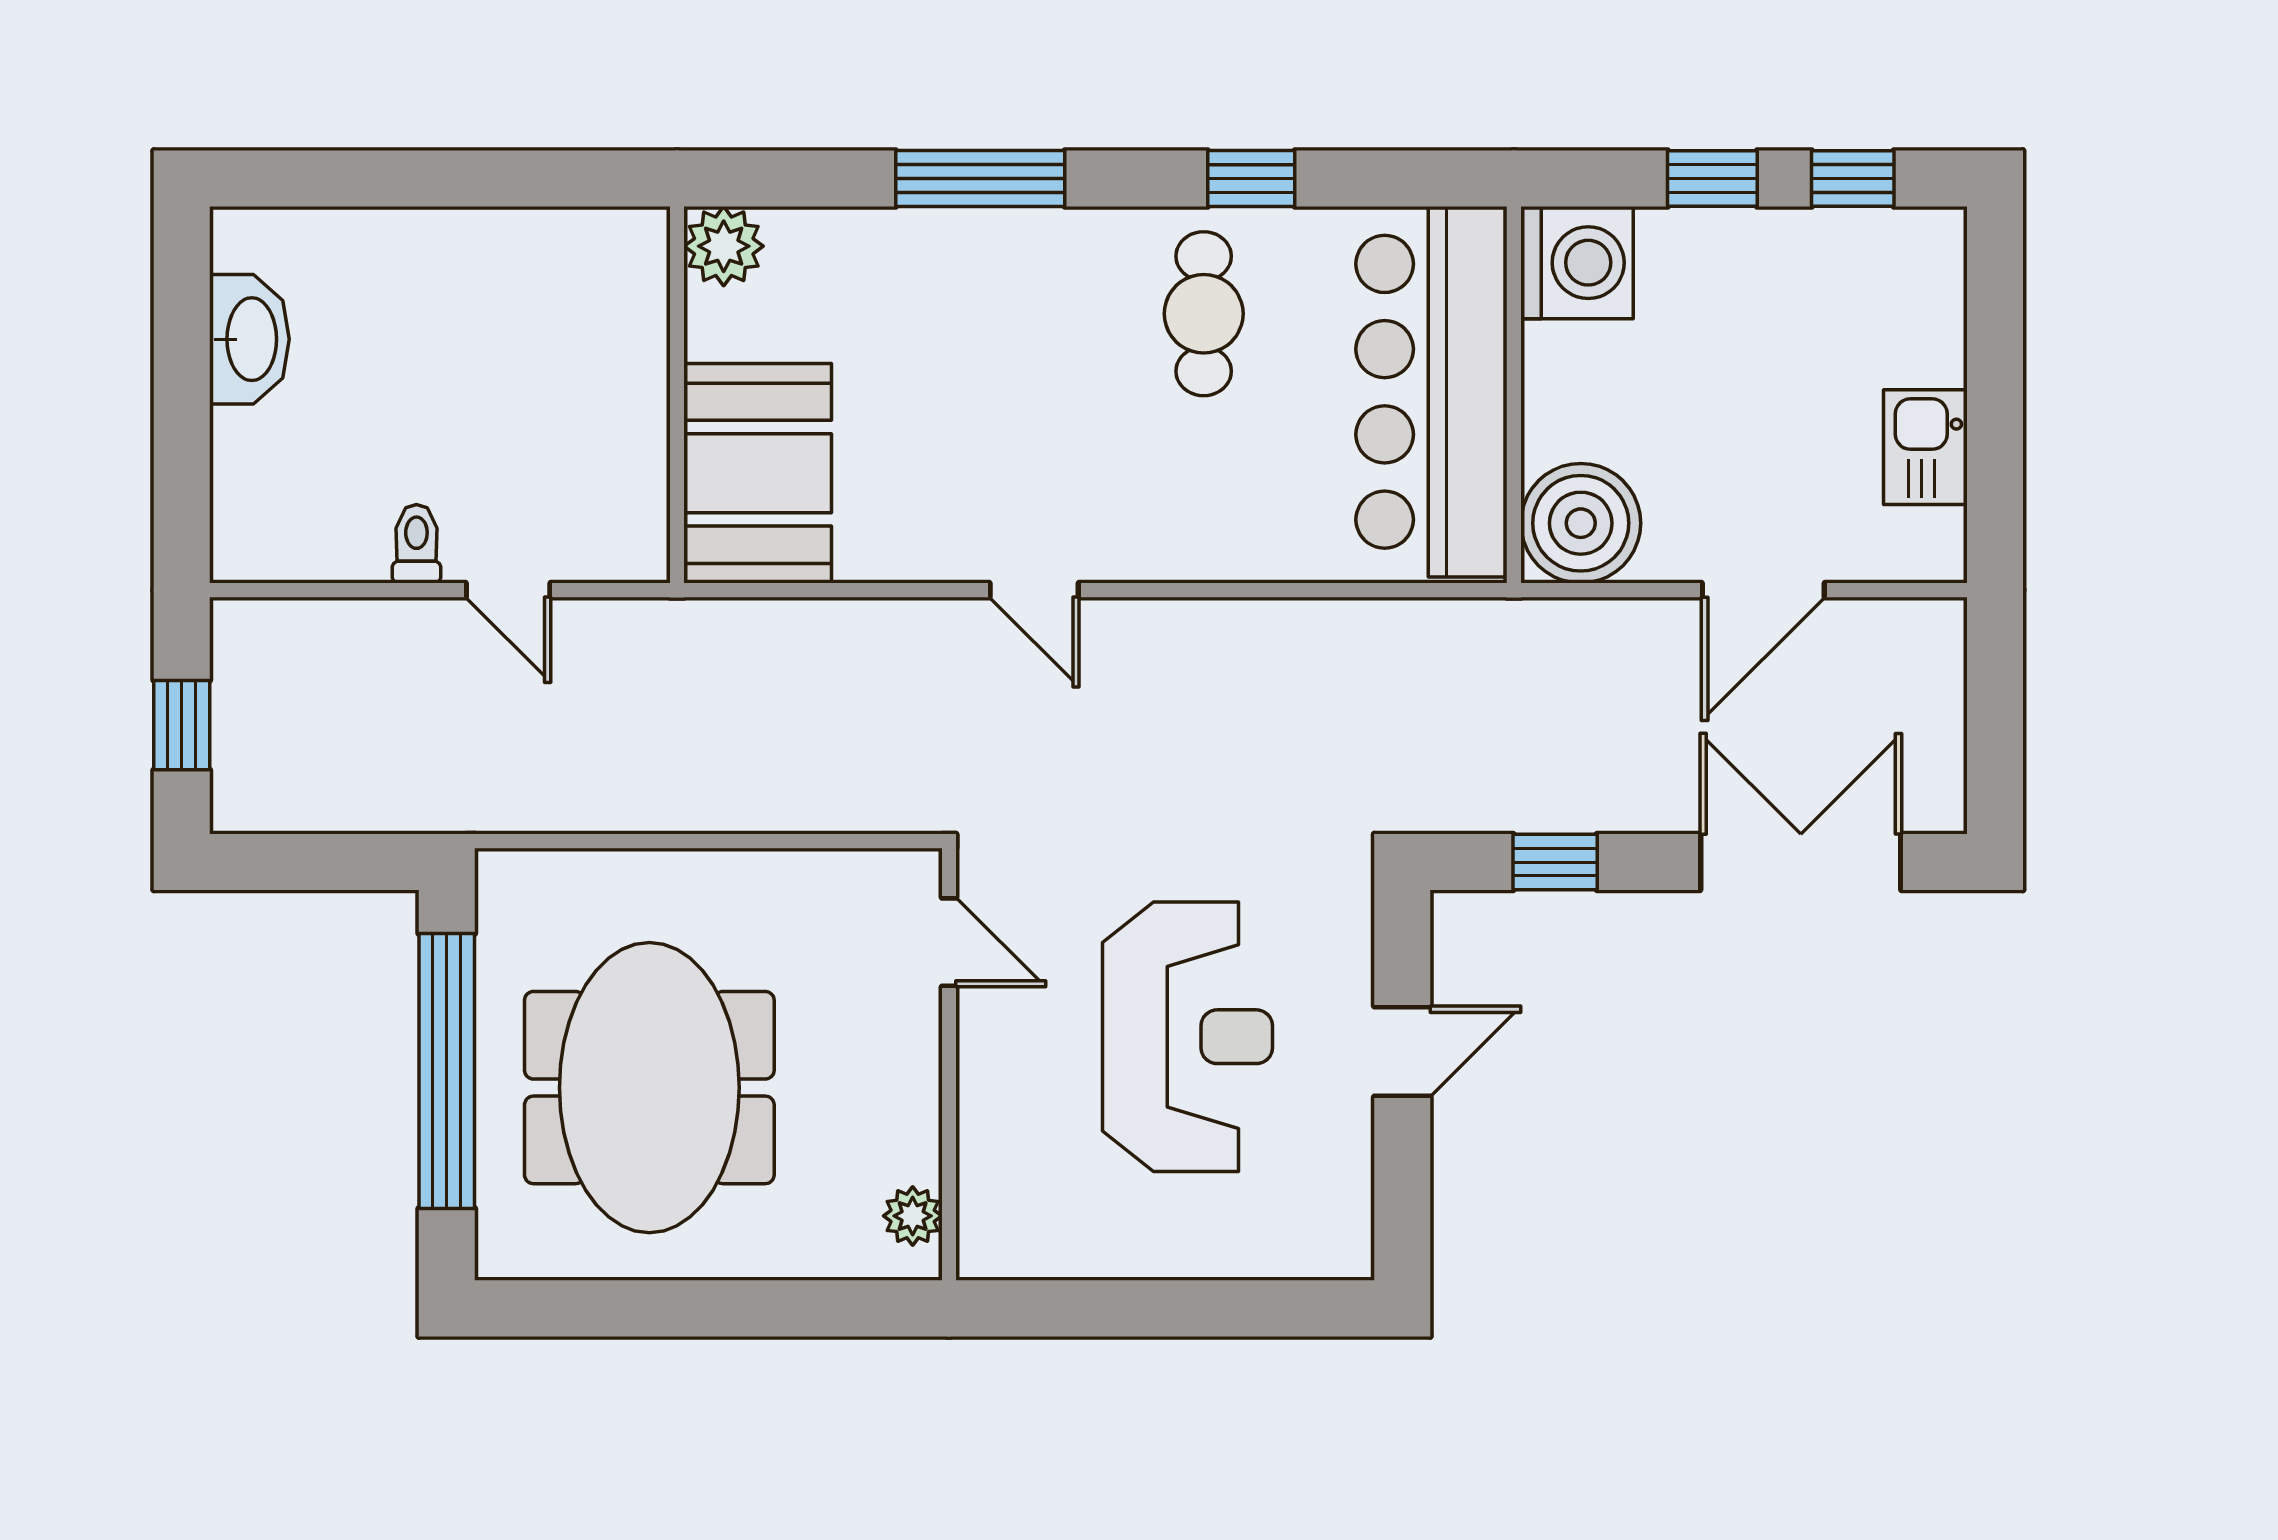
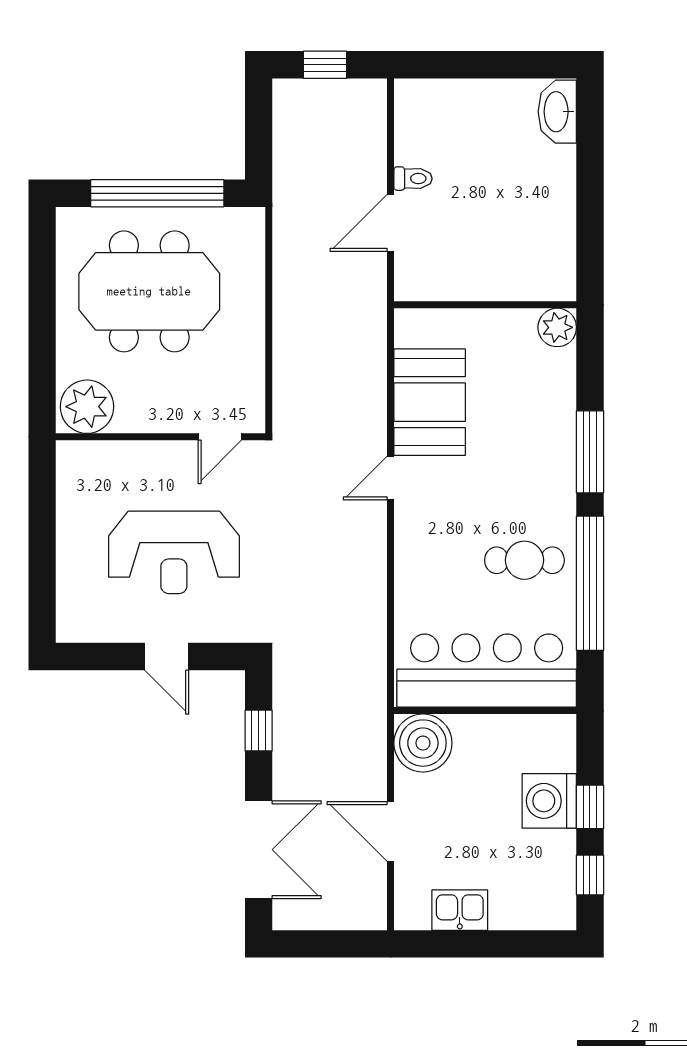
window: (1251, 179) -> (590, 583), width x3.17
washing machine: (1577, 263) -> (549, 801), moved, turned 90
washbasin: (249, 339) -> (557, 112), moved, turned 90
booth: (758, 473) -> (430, 402), moved, turned 90
door: (508, 590) -> (390, 223), width x1.37
plant: (913, 1216) -> (87, 407), width x1.87, depth x1.87

